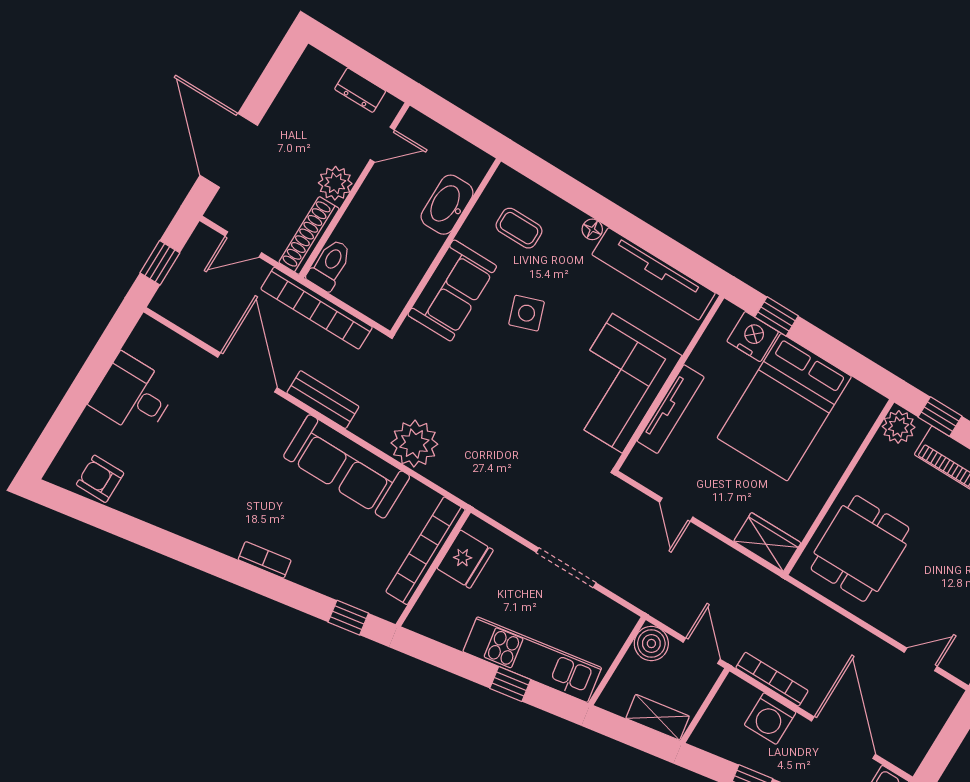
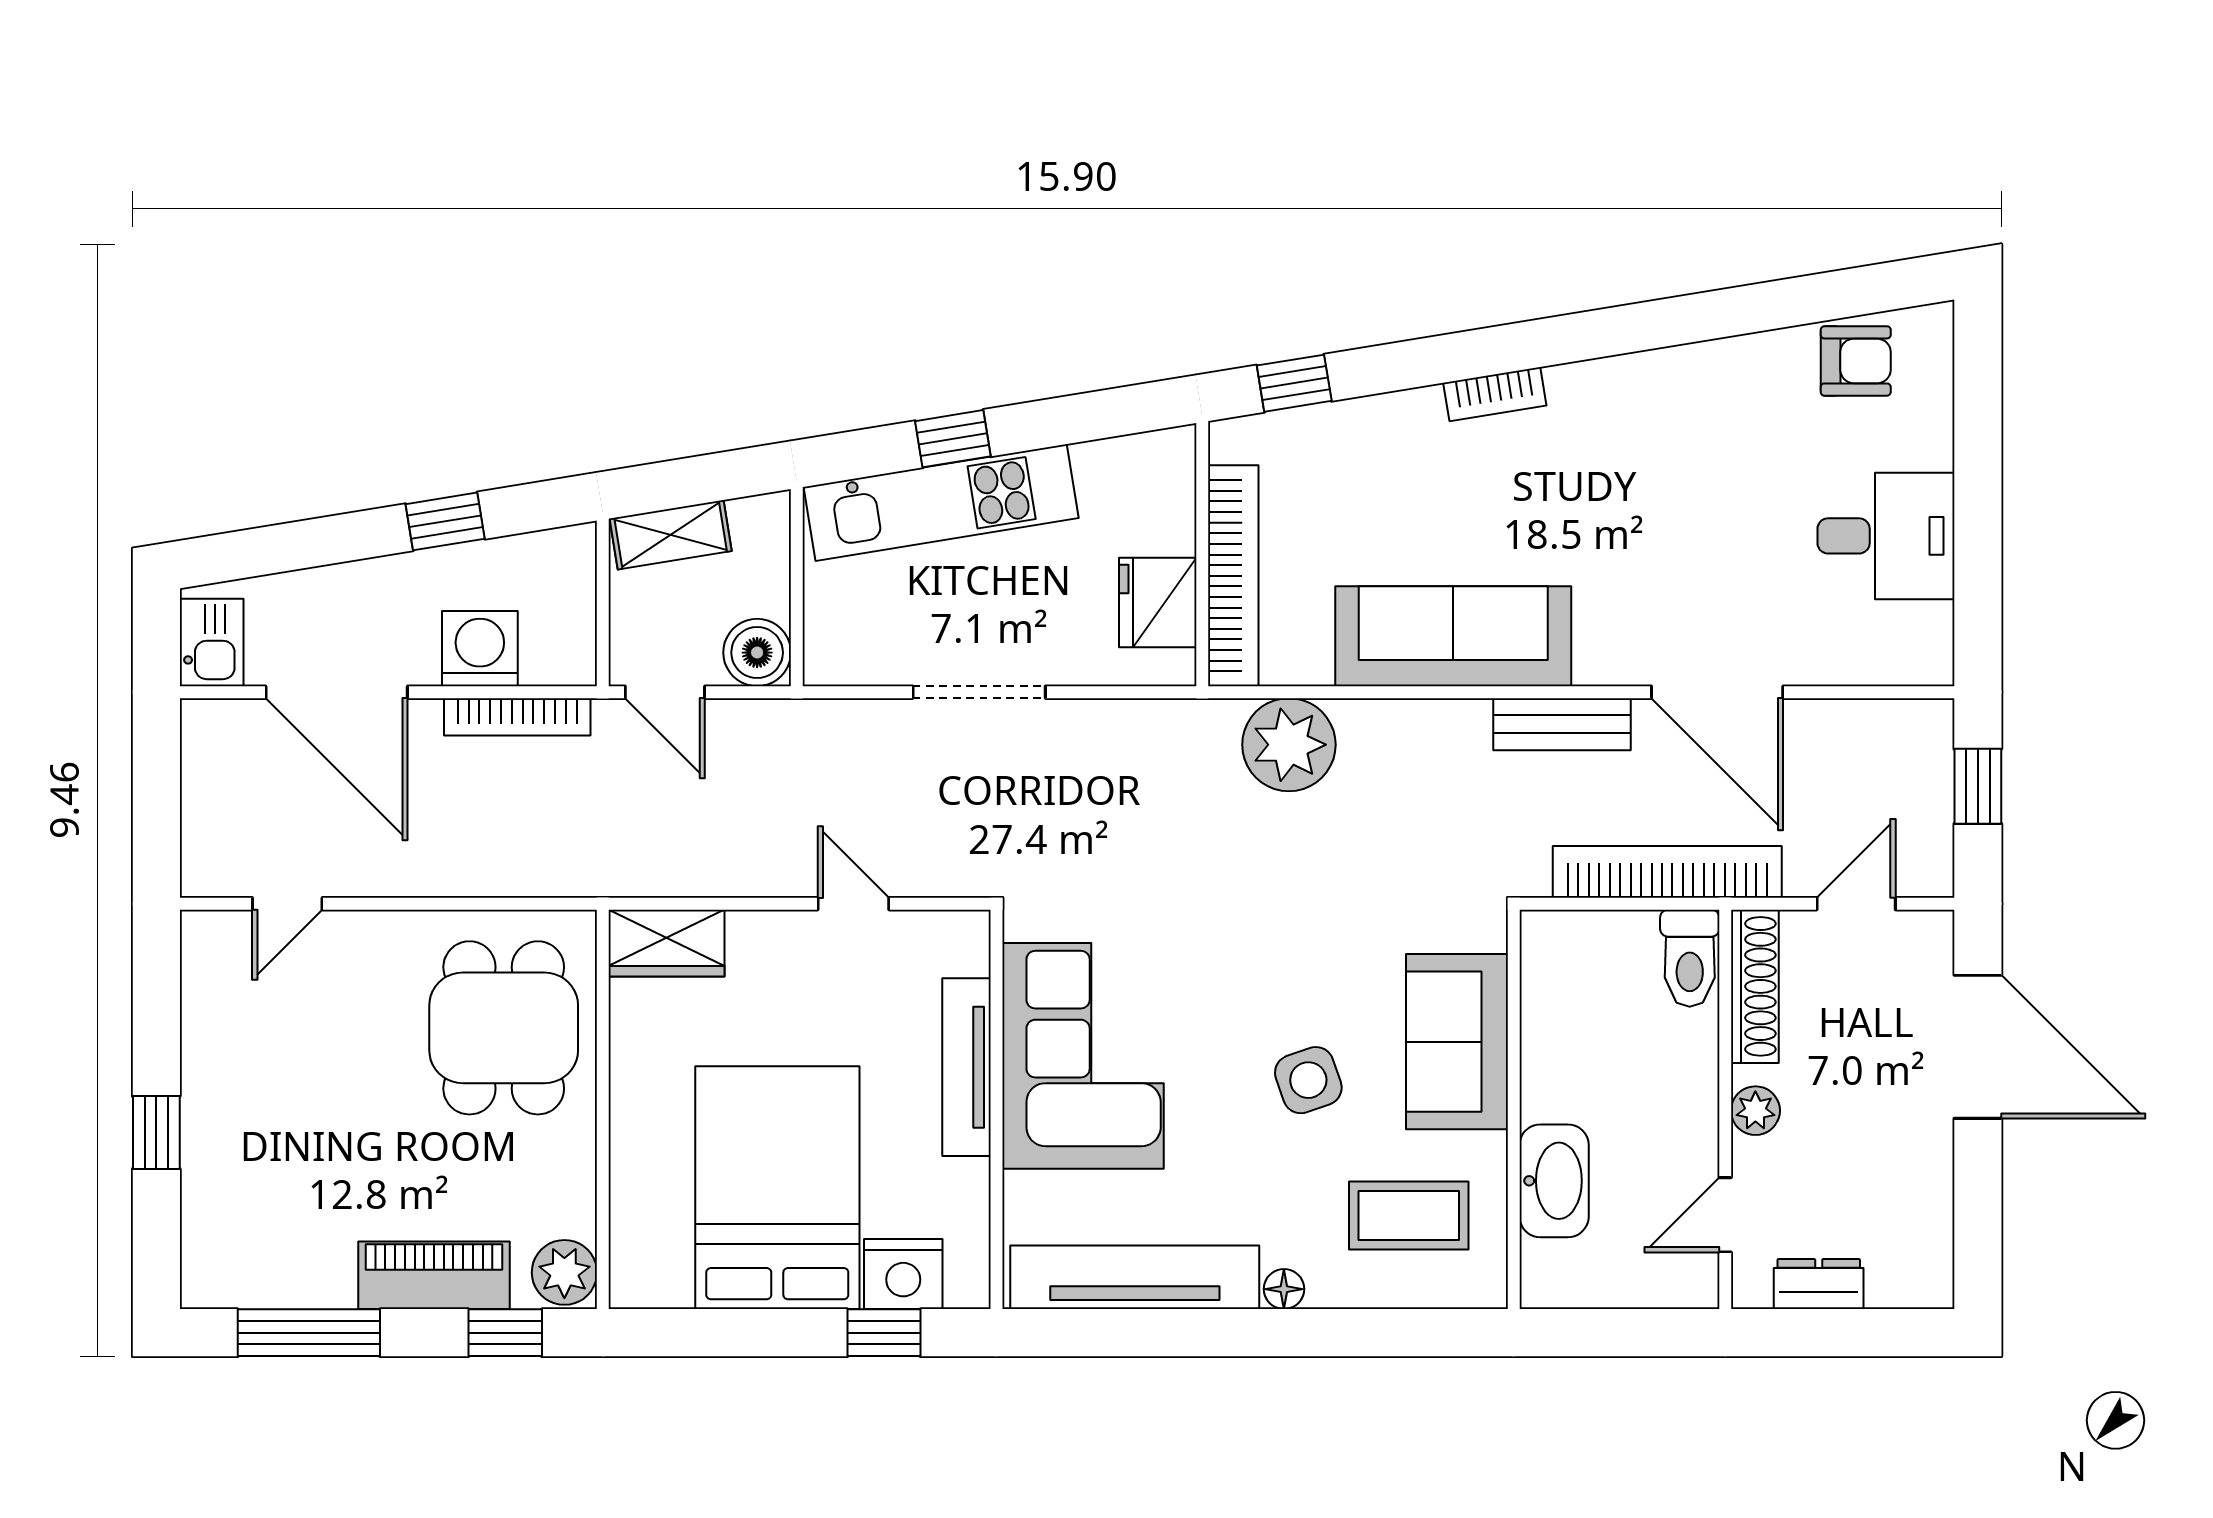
plant: (335, 183) -> (1755, 1111), width x0.73, depth x0.73
coffee table: (519, 228) -> (1409, 1215), width x1.36, depth x1.30
plant: (414, 444) -> (1289, 745), moved

